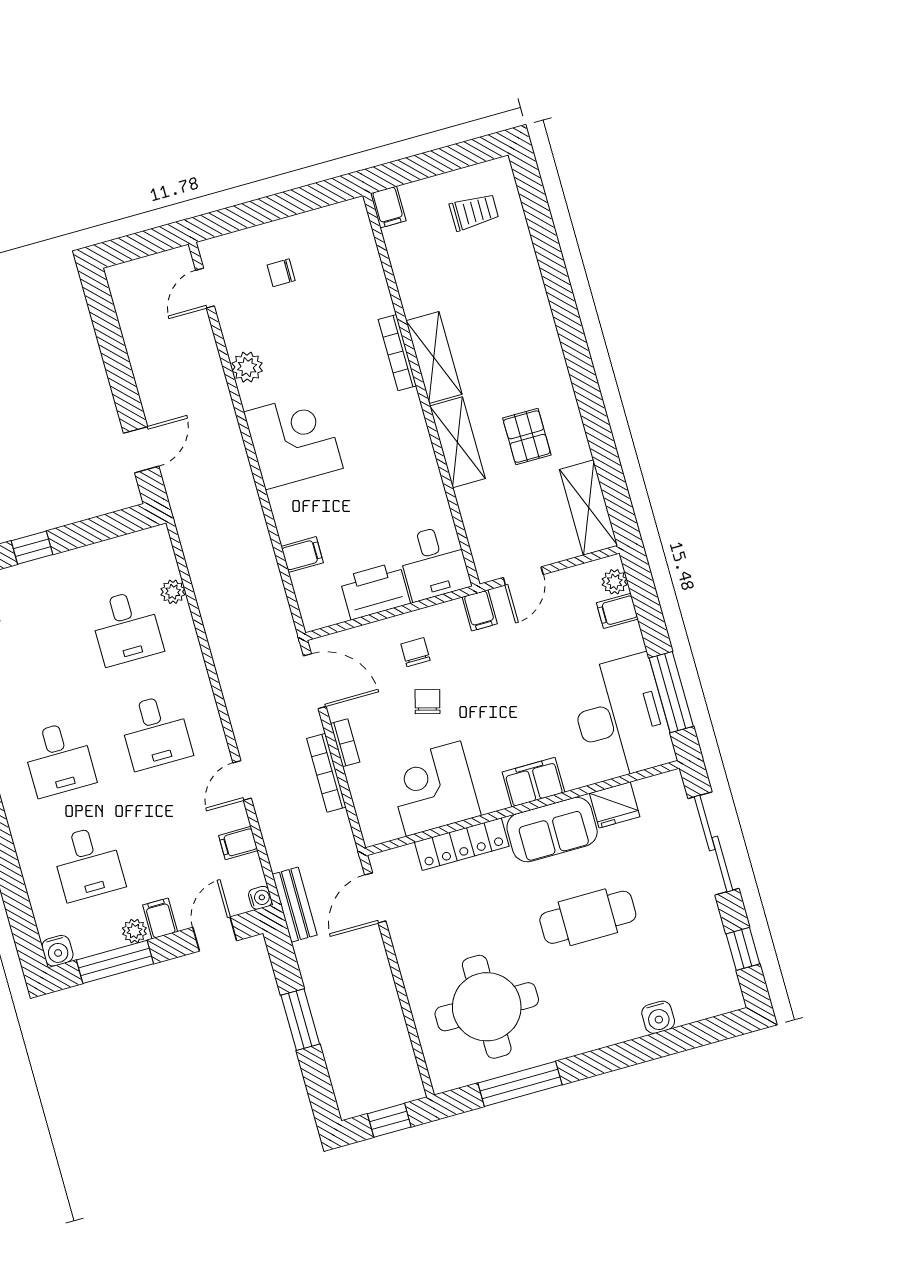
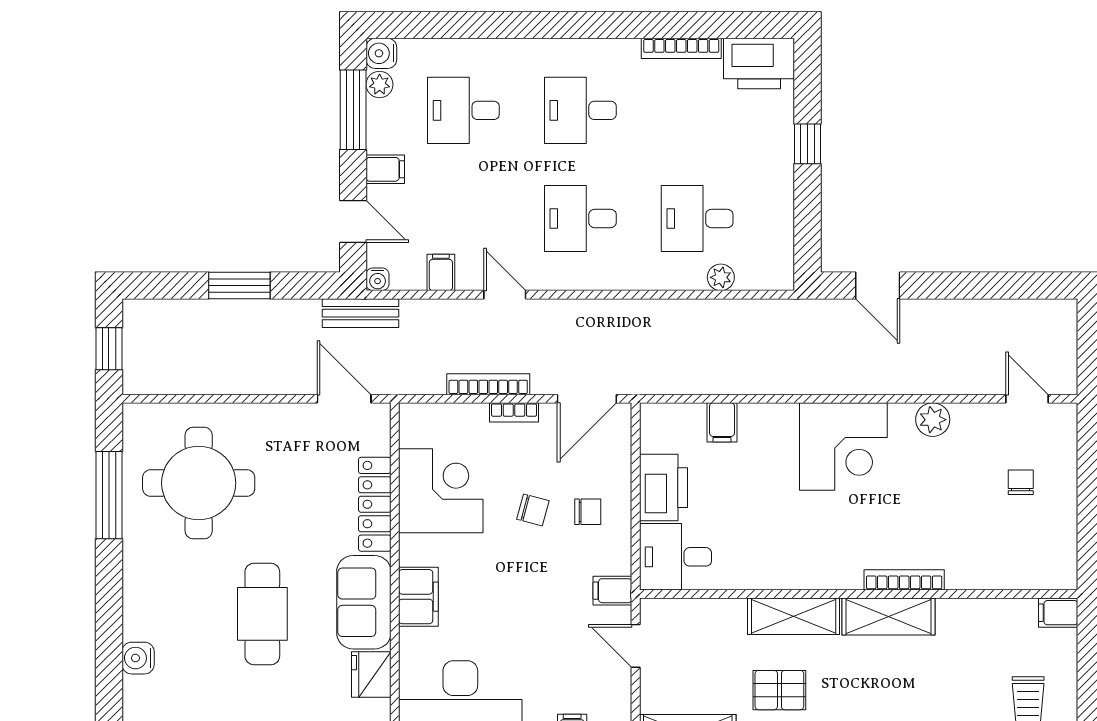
plant: (134, 931) -> (380, 85), moved

